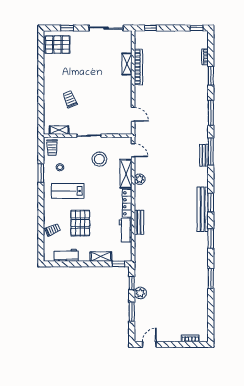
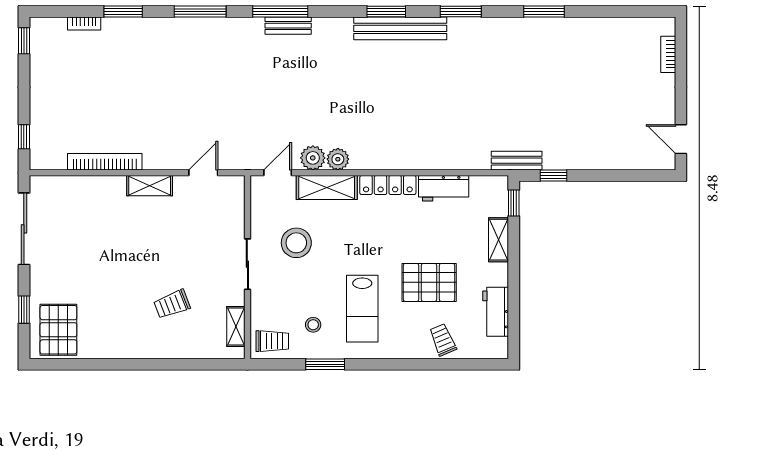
shelving: (127, 64) -> (150, 186), moved
bench: (139, 222) -> (517, 161), moved
plant: (140, 293) -> (313, 158), moved
window: (132, 312) -> (613, 176), removed

